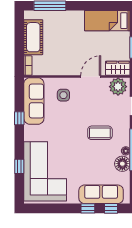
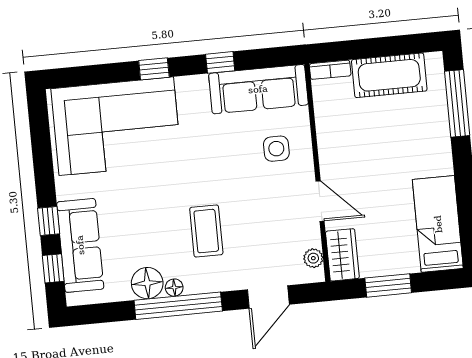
plant: (118, 87) -> (313, 258), width x0.53, depth x0.53
window: (19, 166) -> (154, 69), moved

